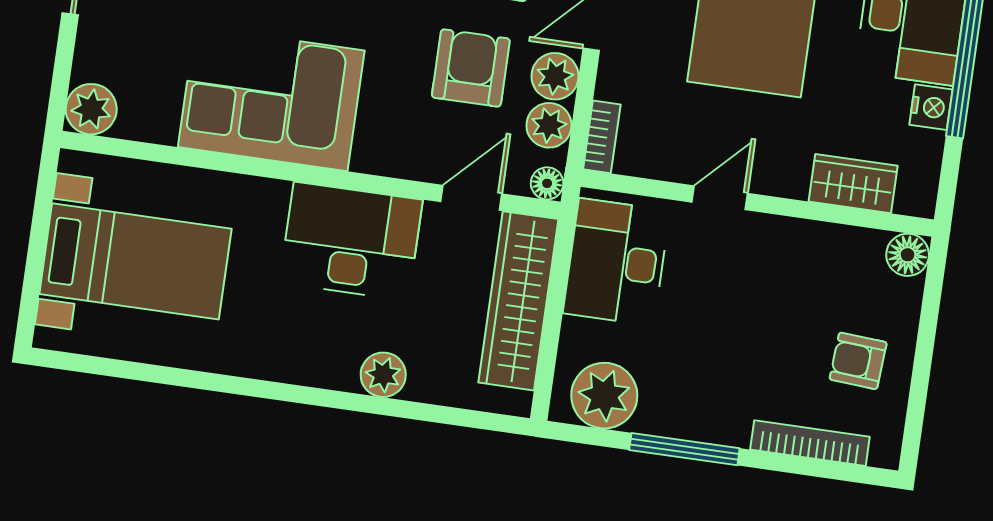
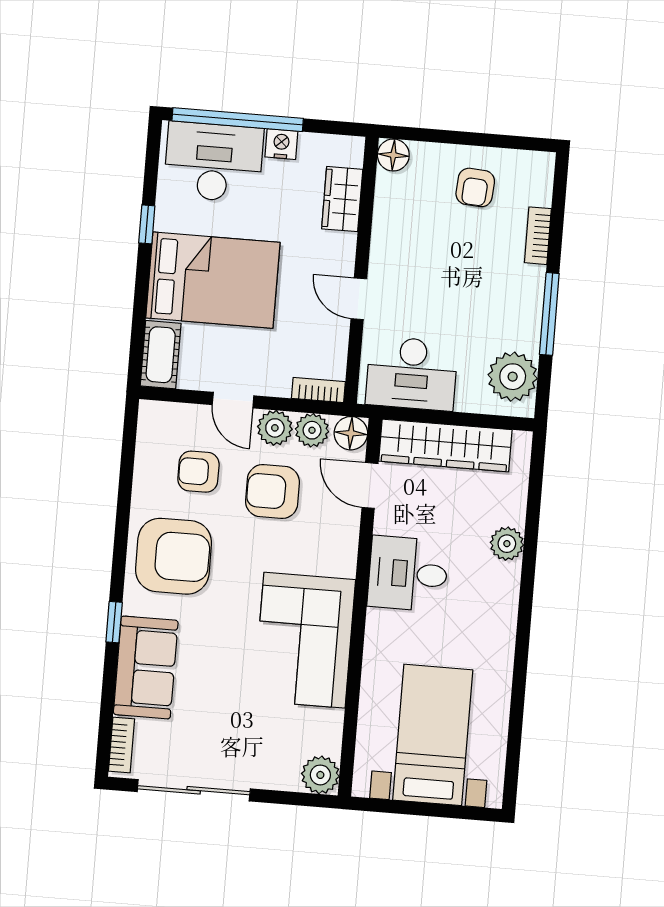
floor lamp: (547, 183) -> (351, 433), width x1.37, depth x1.37
desk: (351, 241) -> (408, 574), width x0.73
bookcase: (810, 443) -> (538, 236), width x0.64

